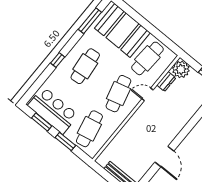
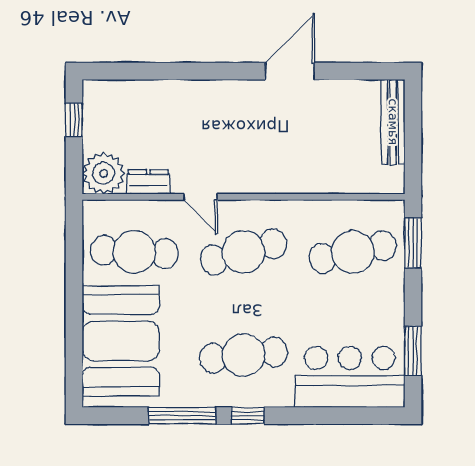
window: (90, 21) -> (182, 416), moved
window: (58, 60) -> (248, 416), moved
bar counter: (53, 110) -> (350, 377), moved, turned 90
window: (65, 141) -> (413, 243), moved

